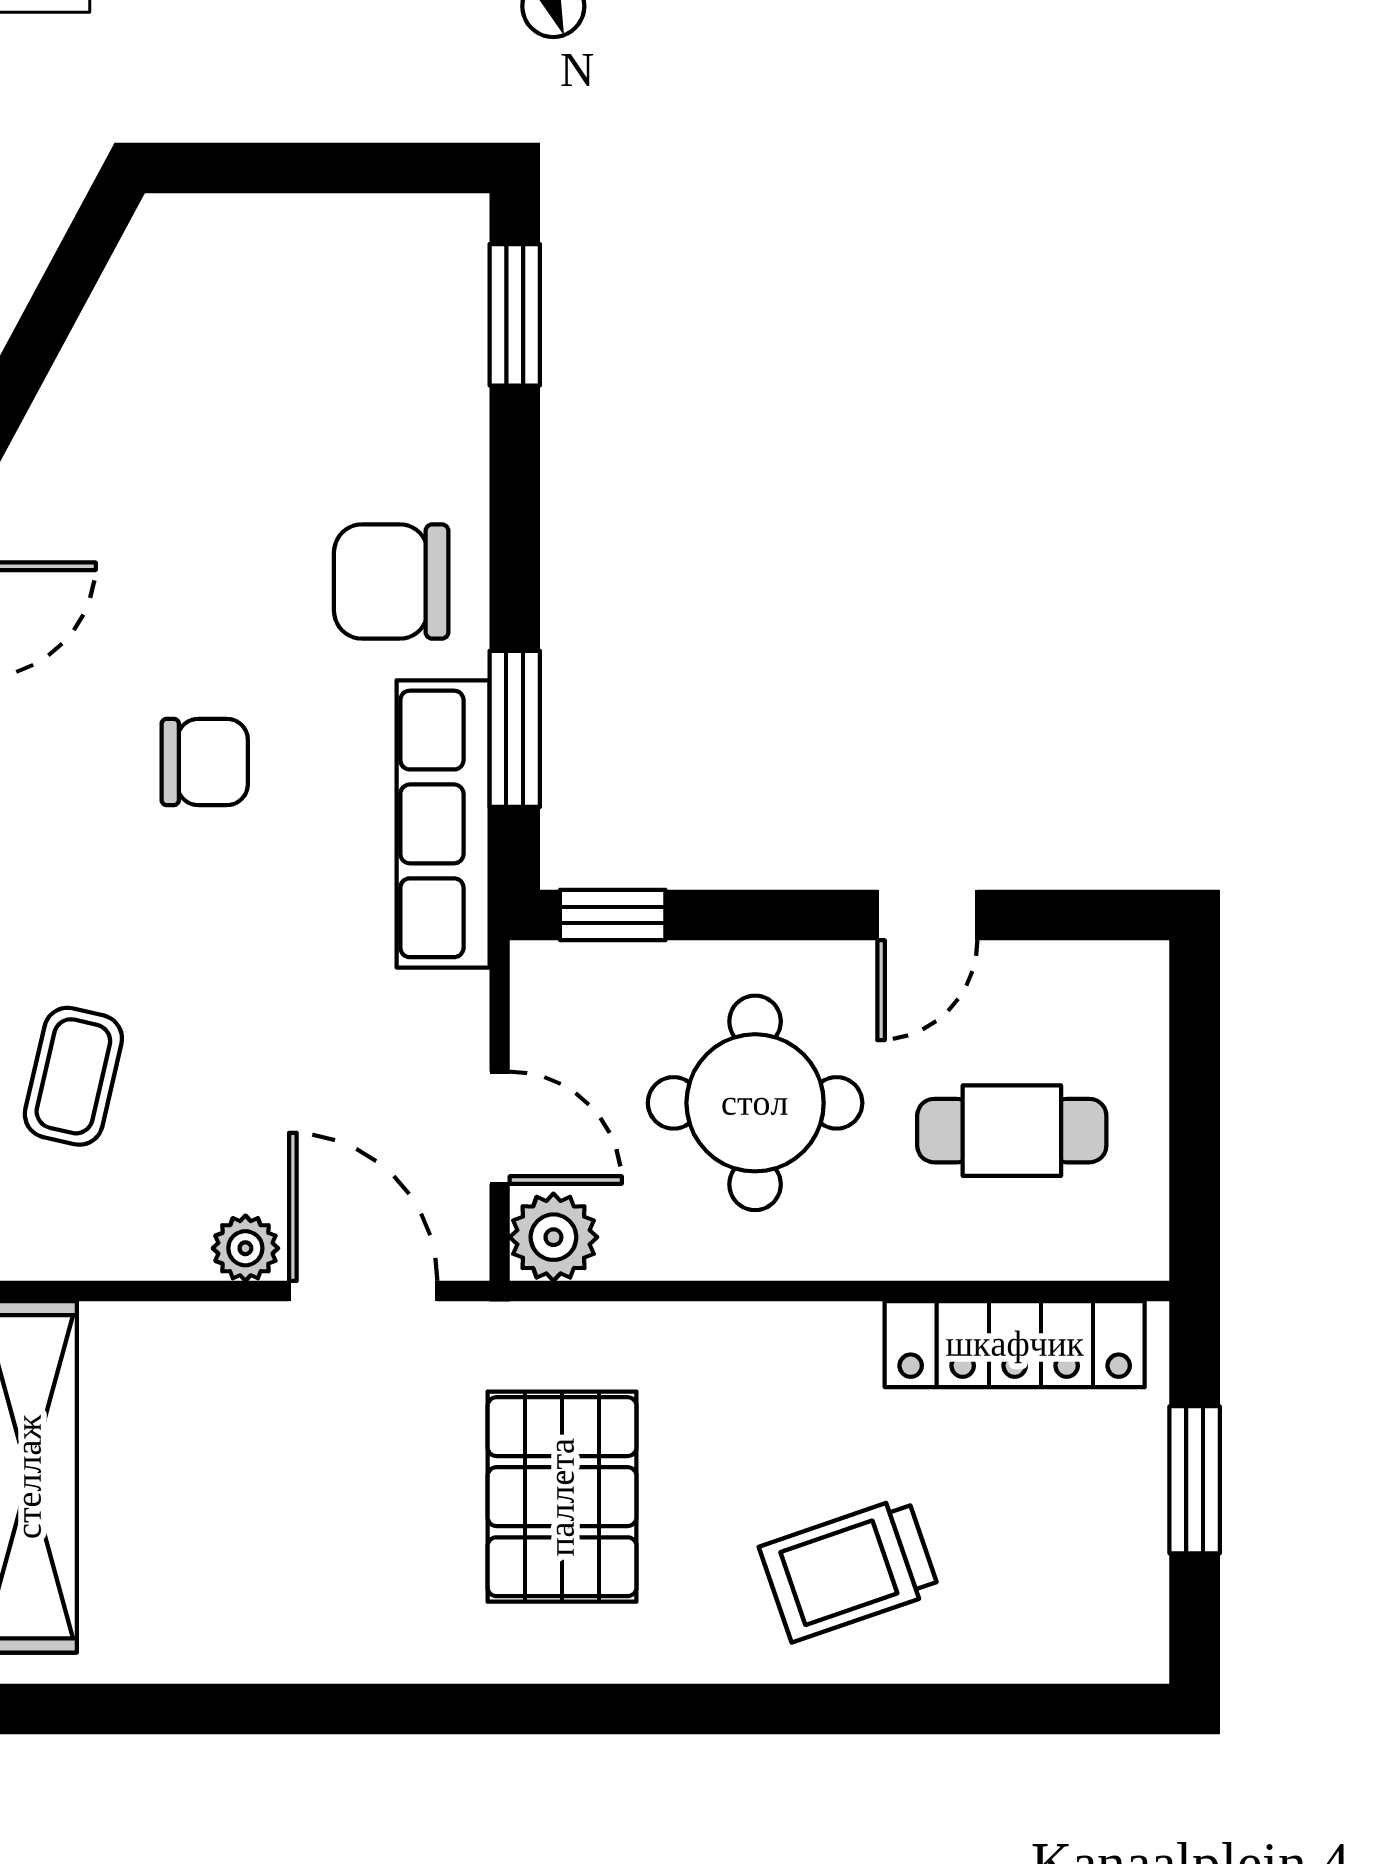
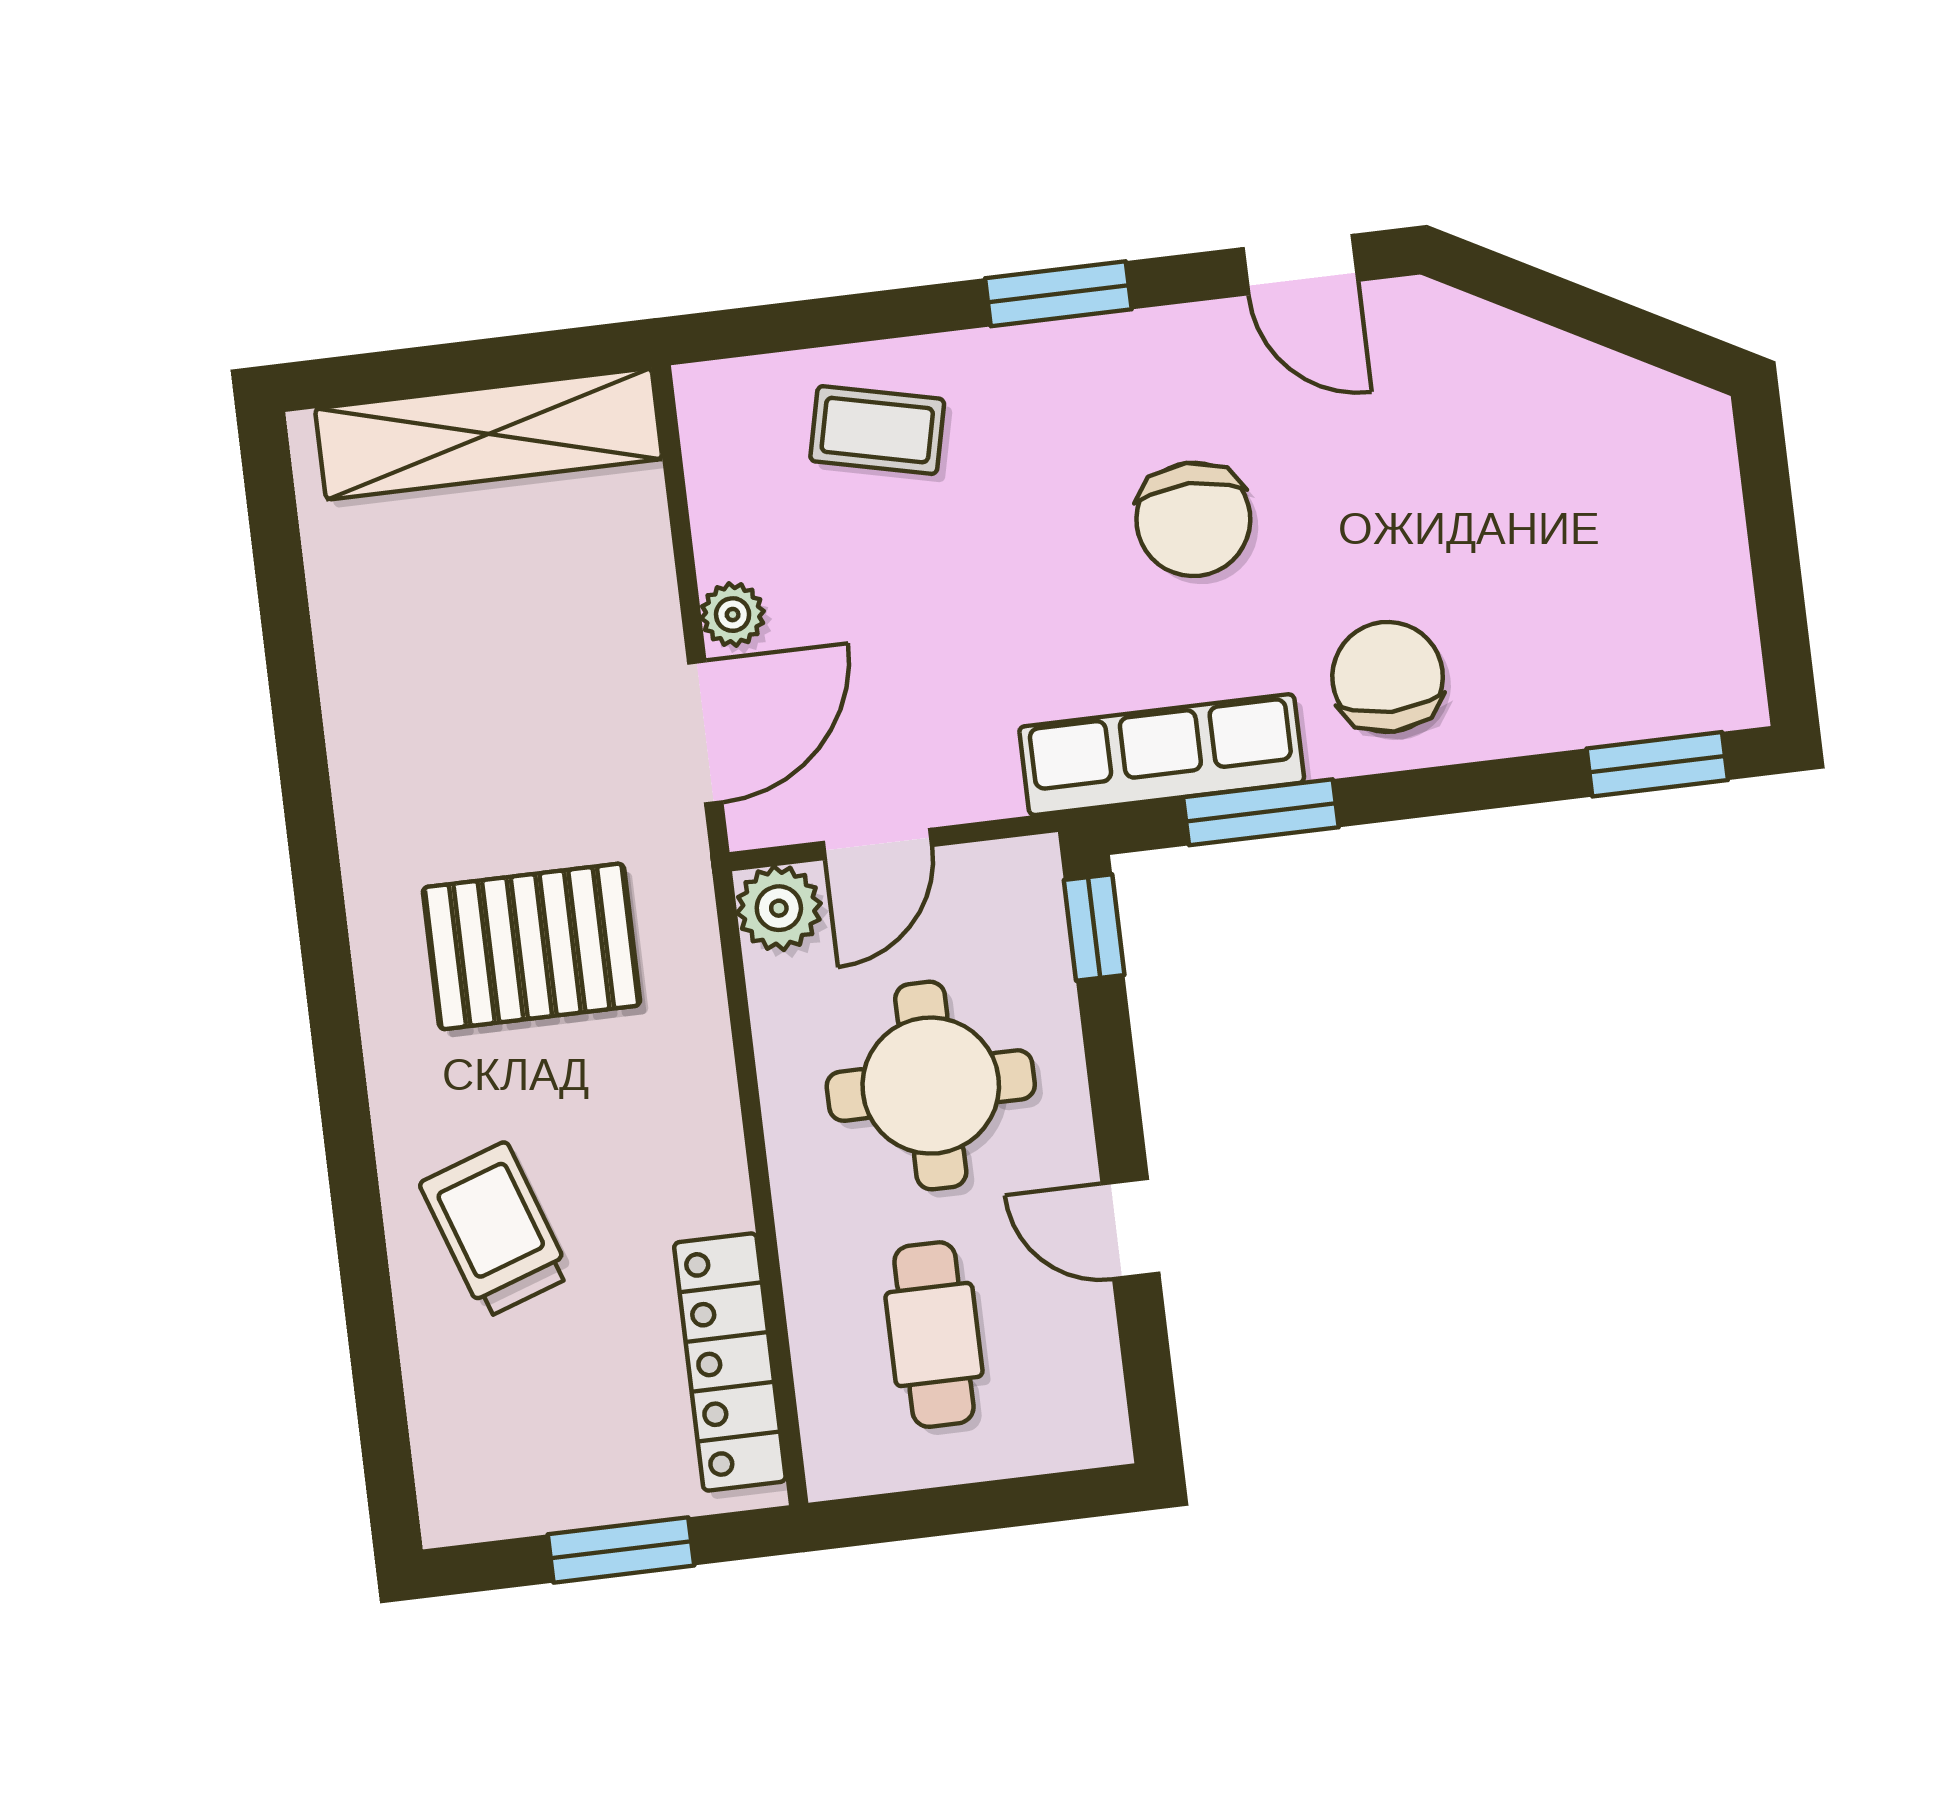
chair: (205, 762) -> (1193, 519), width x1.37, depth x1.37

